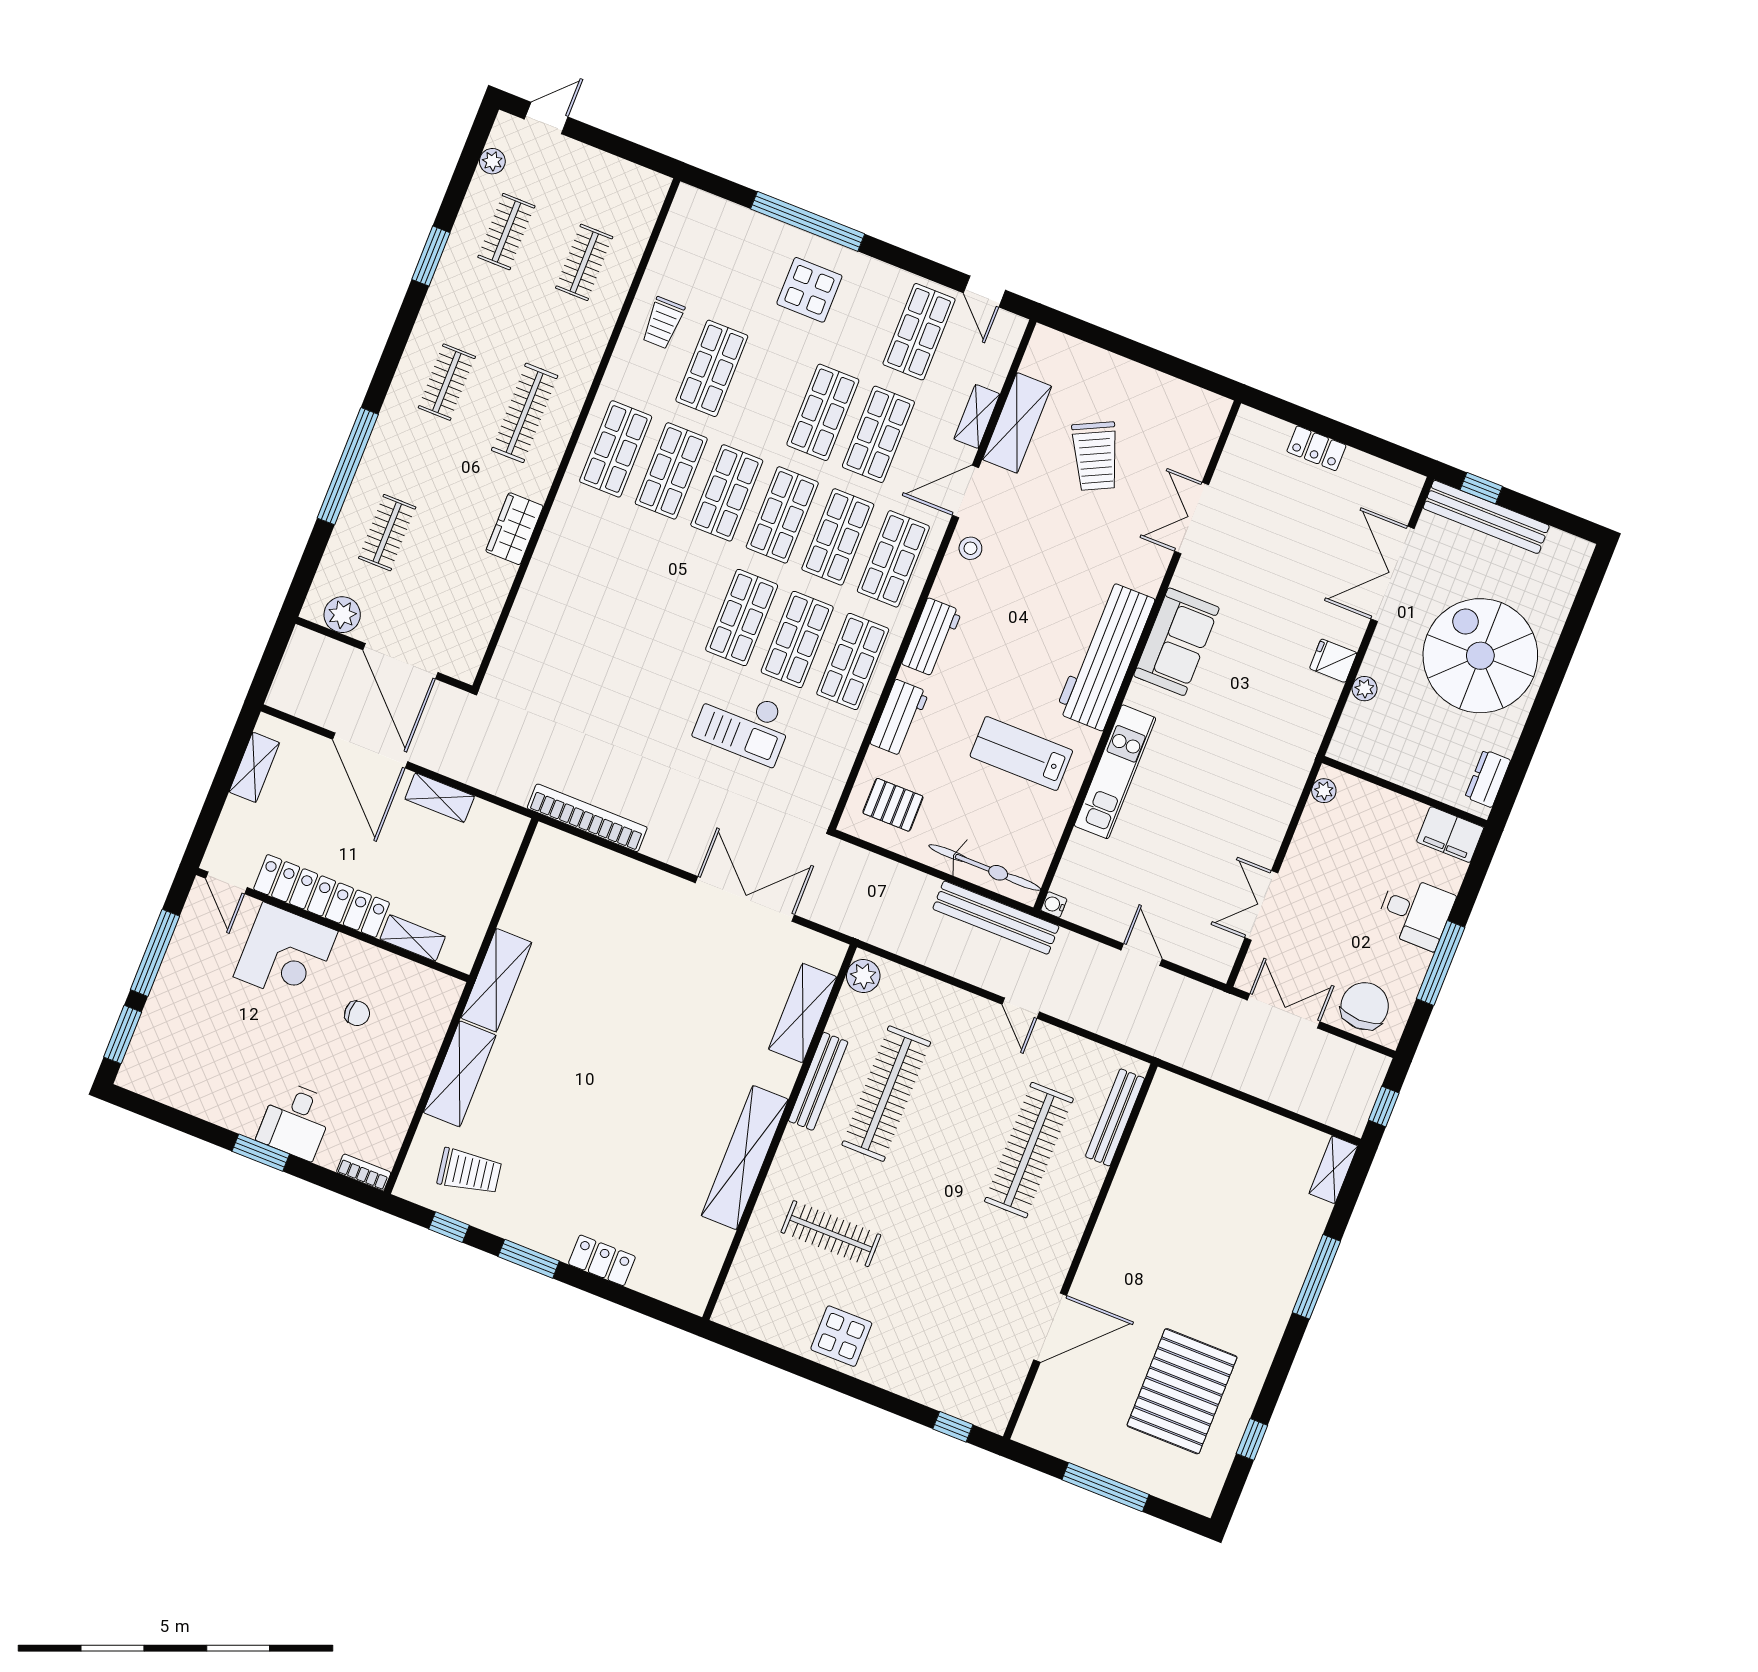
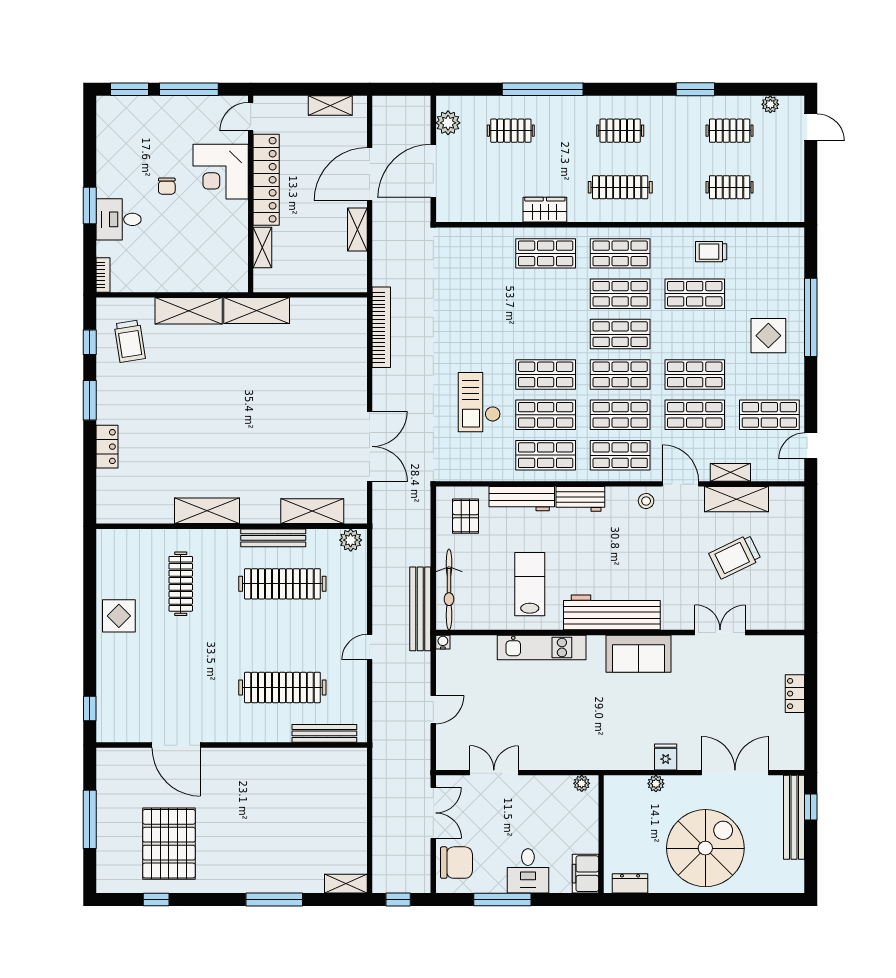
shop shelf: (575, 552) -> (546, 253), added
workbench: (899, 718) -> (522, 499), width x1.38
chair: (357, 1013) -> (167, 186), moved
shelving: (745, 1158) -> (207, 511), width x0.68
pallet: (1182, 1391) -> (169, 844), turned 90

